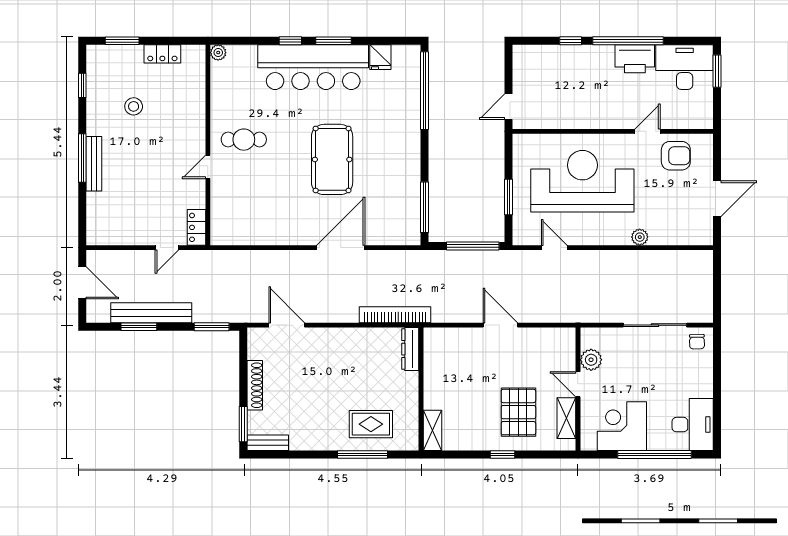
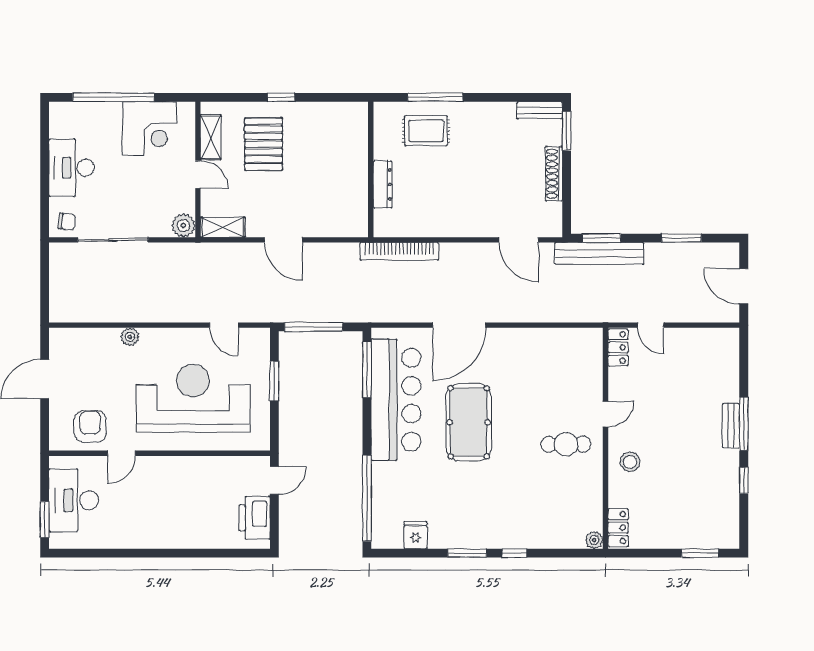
window: (571, 41) -> (206, 553), removed
window: (628, 41) -> (143, 553), removed
locker: (162, 54) -> (618, 528), moved, turned 90
printer: (635, 59) -> (255, 518), moved, turned -90
bar counter: (313, 67) -> (396, 400), moved, turned 90
desk: (685, 67) -> (74, 500), moved, turned 90
window: (82, 85) -> (744, 480), moved
stool: (134, 106) -> (630, 462), moved
armchair: (676, 156) -> (90, 426), turned 90
bench: (94, 164) -> (731, 426), width x0.73
reception desk: (582, 181) -> (193, 398), turned 180
door: (167, 248) -> (651, 325), swing flipped
bench: (151, 313) -> (599, 253), moved
chair: (697, 342) -> (67, 222), turned 97
dresser: (410, 349) -> (383, 184), moved
plant: (591, 360) -> (183, 225), moved
desk: (693, 425) -> (72, 168), moved
shelving: (432, 430) -> (223, 227), moved, turned 90

